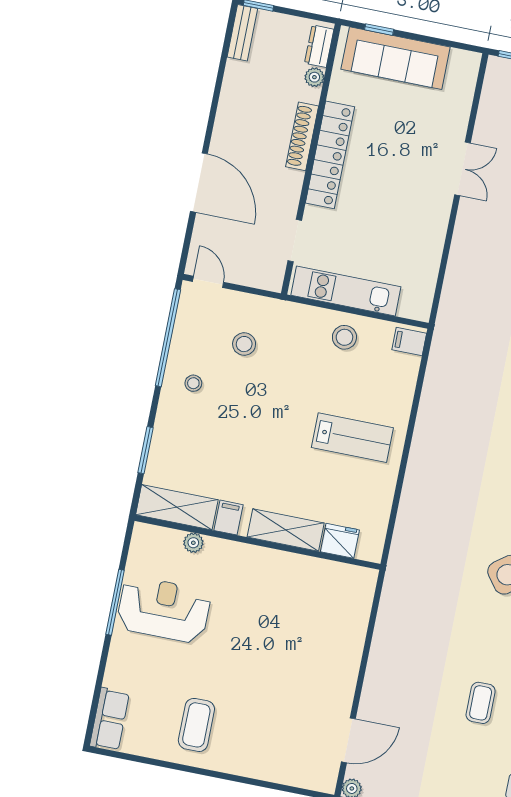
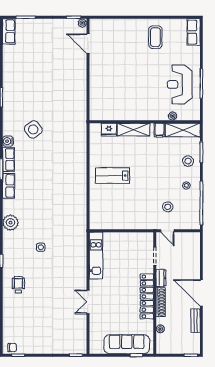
bench: (242, 33) -> (196, 321), moved
dresser: (319, 46) -> (161, 278), moved
door: (199, 183) -> (201, 293), moved
door: (208, 282) -> (167, 231), moved
kitchen unit: (346, 291) -> (96, 256), moved, turned -90
stool: (344, 337) -> (188, 161), moved
filing cabinet: (409, 341) -> (96, 222), removed
reception desk: (164, 609) -> (180, 84), turned 90
coffee table: (481, 703) -> (34, 71), removed
door: (348, 740) -> (88, 44), hinge flipped

